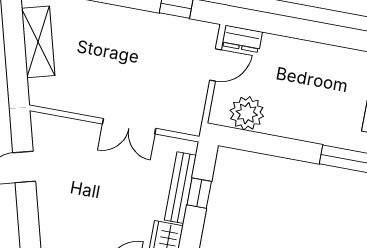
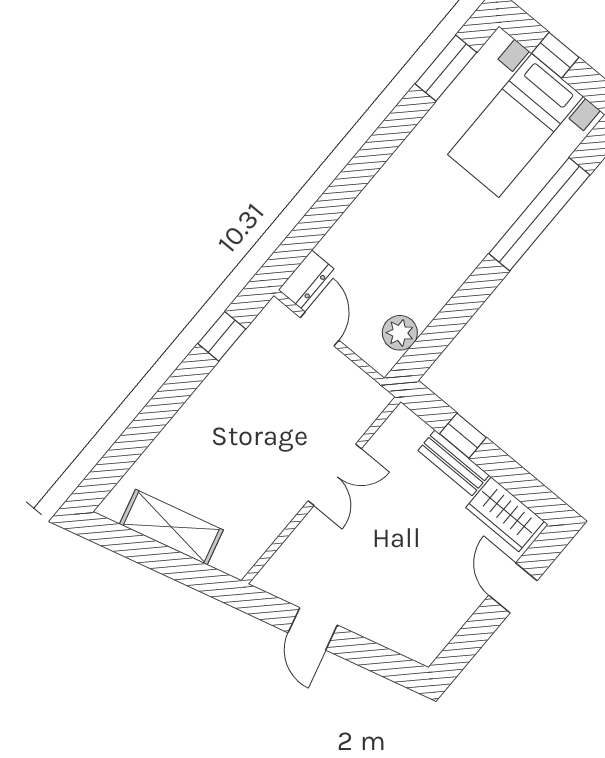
plant: (247, 113) -> (400, 333), width x0.73, depth x0.73
bench: (180, 188) -> (454, 463), width x0.73

